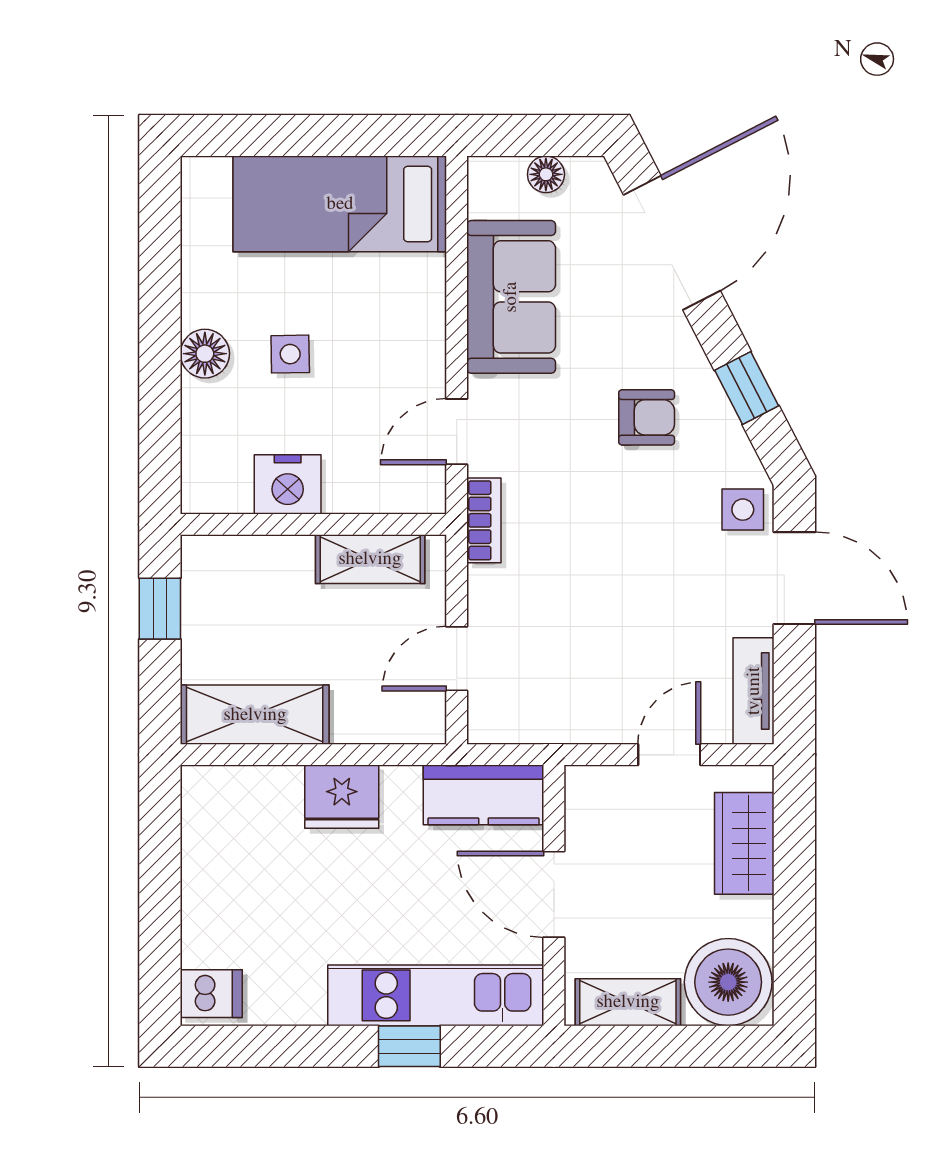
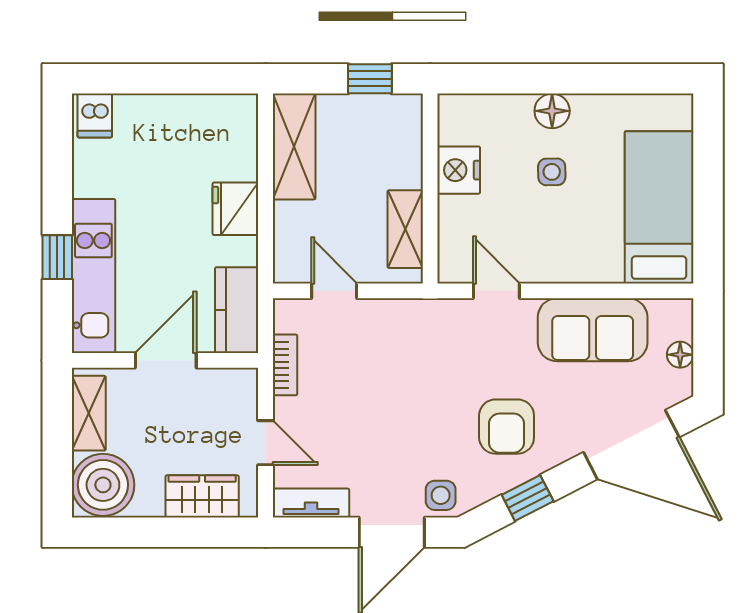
armchair: (647, 417) -> (507, 427), width x1.38, depth x1.38
bookcase: (484, 520) -> (285, 365), moved, turned -90

